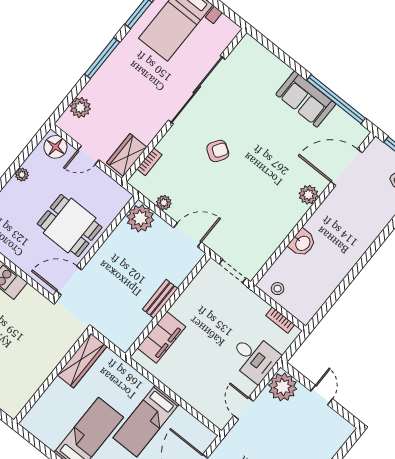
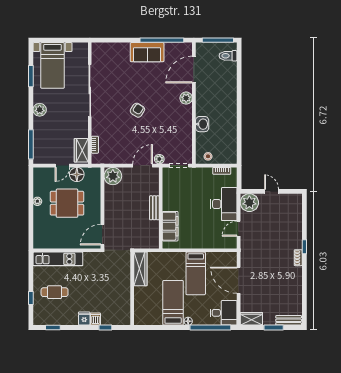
window: (102, 58) -> (31, 144), moved
plant: (80, 108) -> (40, 110), moved
floor lamp: (55, 147) -> (77, 174), moved
armchair: (218, 151) -> (137, 110), moved
plant: (164, 203) -> (159, 159), moved
dining table: (70, 225) -> (67, 203), moved
desk: (254, 358) -> (224, 204), width x1.37
door: (243, 408) -> (239, 229), hinge flipped

